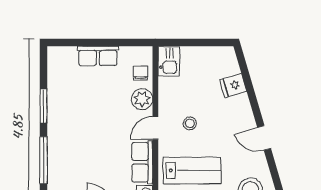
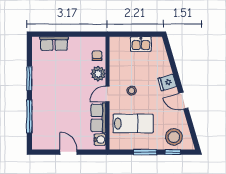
row of seats: (98, 56) -> (54, 43), moved
kitchen sink: (169, 61) -> (141, 44), moved, turned 90
fridge: (233, 86) -> (167, 82), moved

